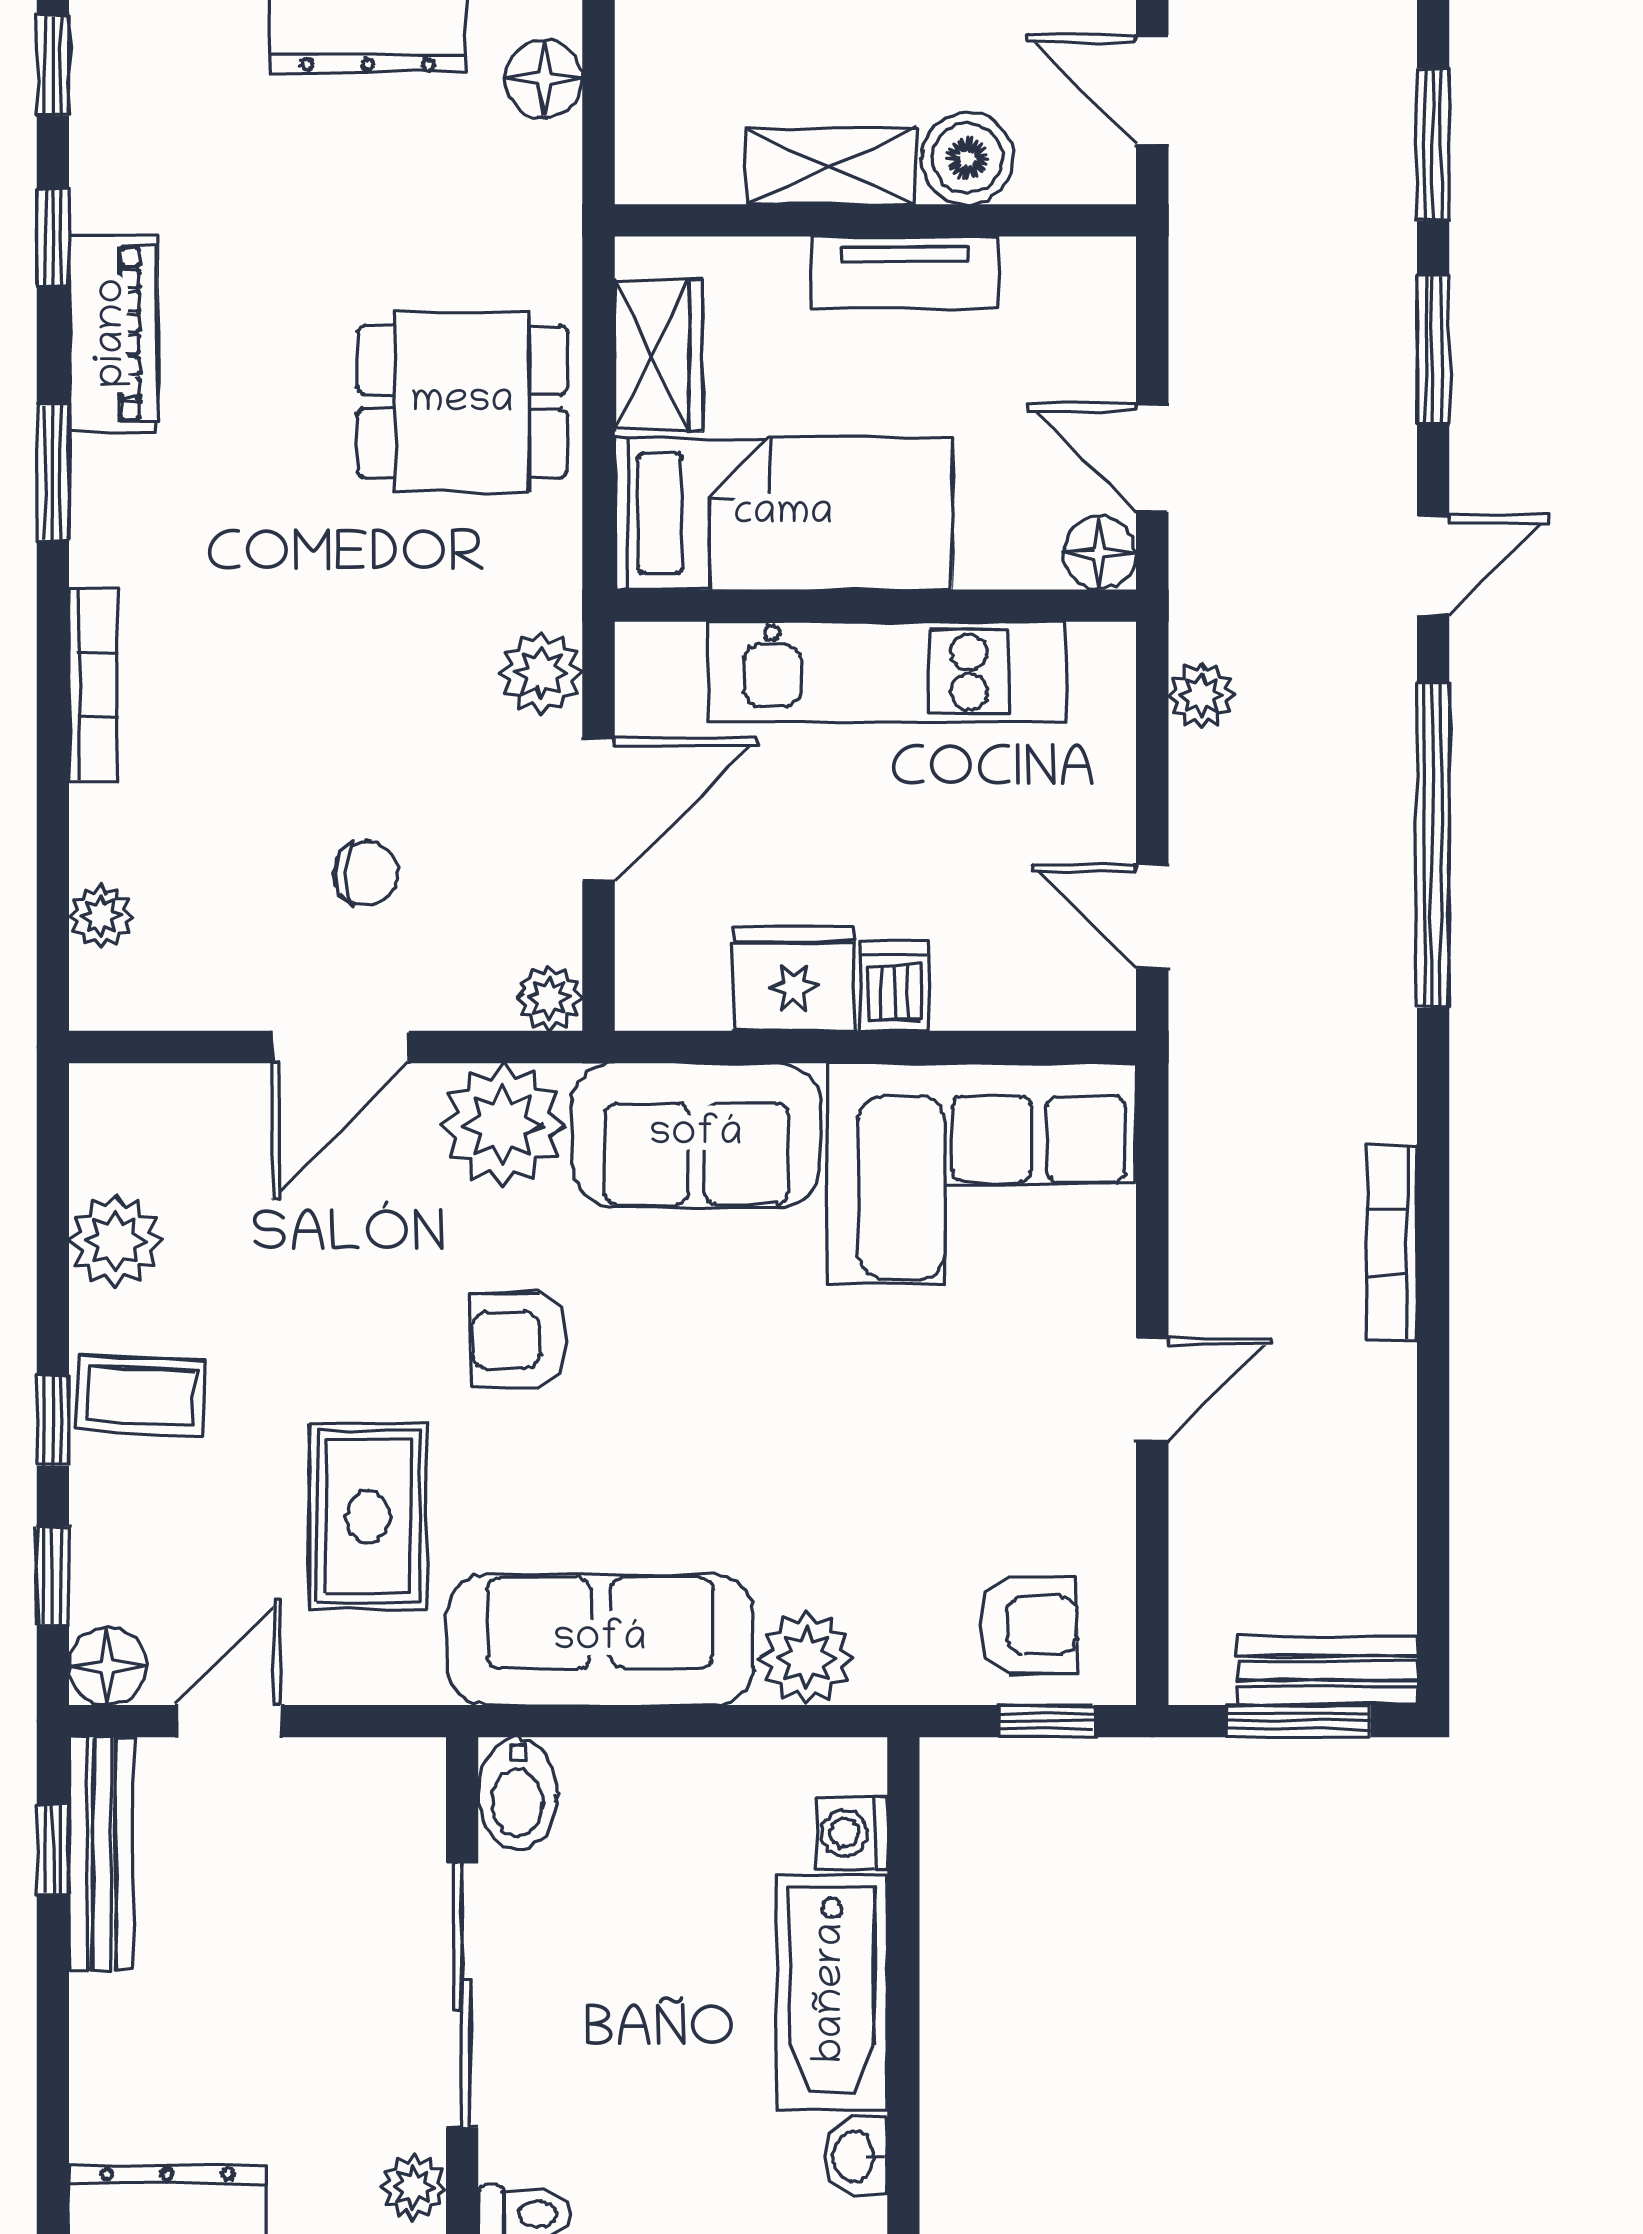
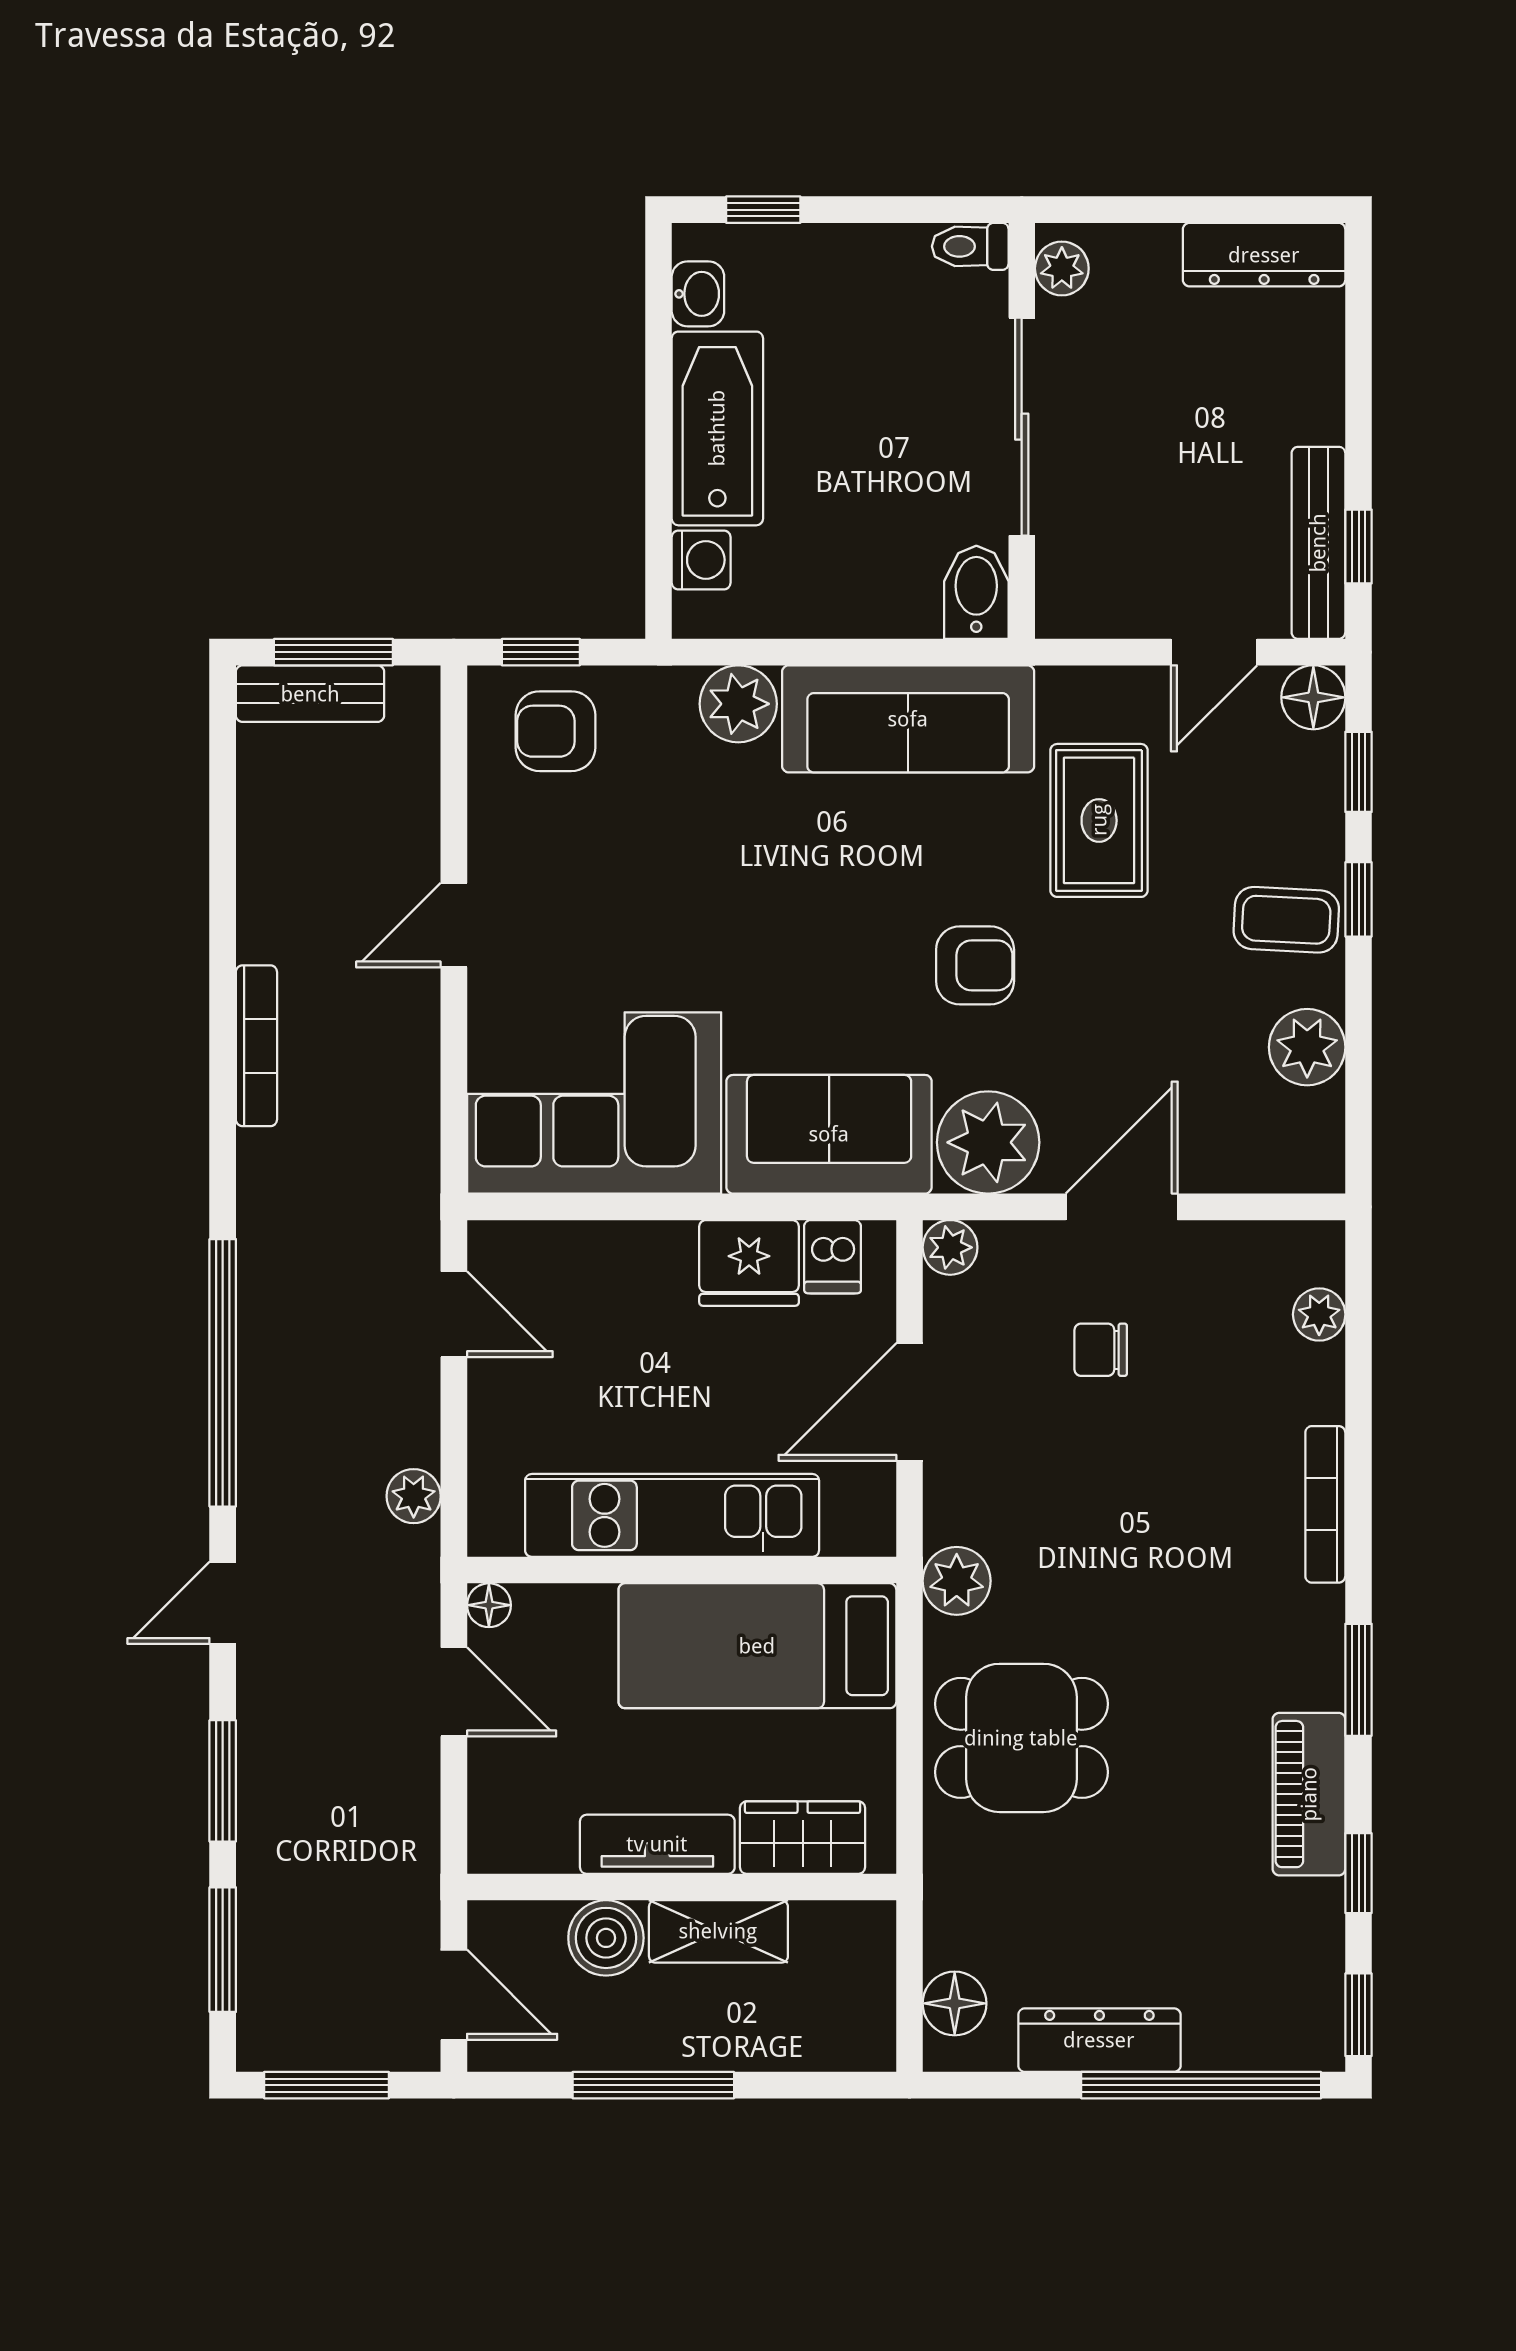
wardrobe: (659, 355) -> (803, 1838), moved, turned 90
floor lamp: (1100, 553) -> (489, 1605), width x0.73, depth x0.73
plant: (541, 673) -> (957, 1581), moved
dishwasher: (895, 986) -> (833, 1257), moved

